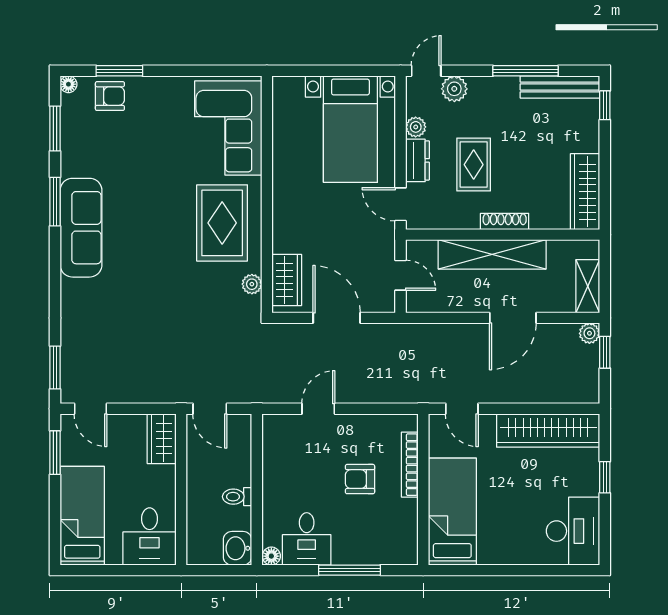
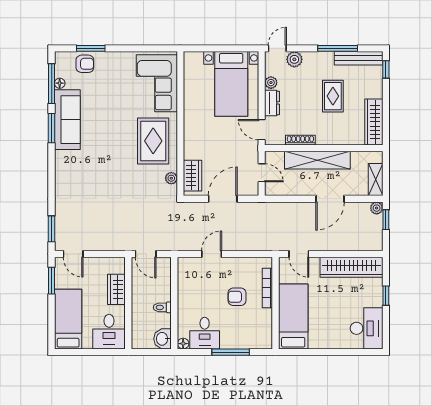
floor lamp: (68, 84) -> (60, 83), moved
window: (55, 128) -> (52, 84), width x1.44
rug: (474, 165) -> (333, 96), moved
shoe rack: (505, 221) -> (300, 140), moved
sofa: (81, 228) -> (67, 120), moved
door: (337, 318) -> (223, 199), hinge flipped
wardrobe: (162, 439) -> (116, 289), moved

